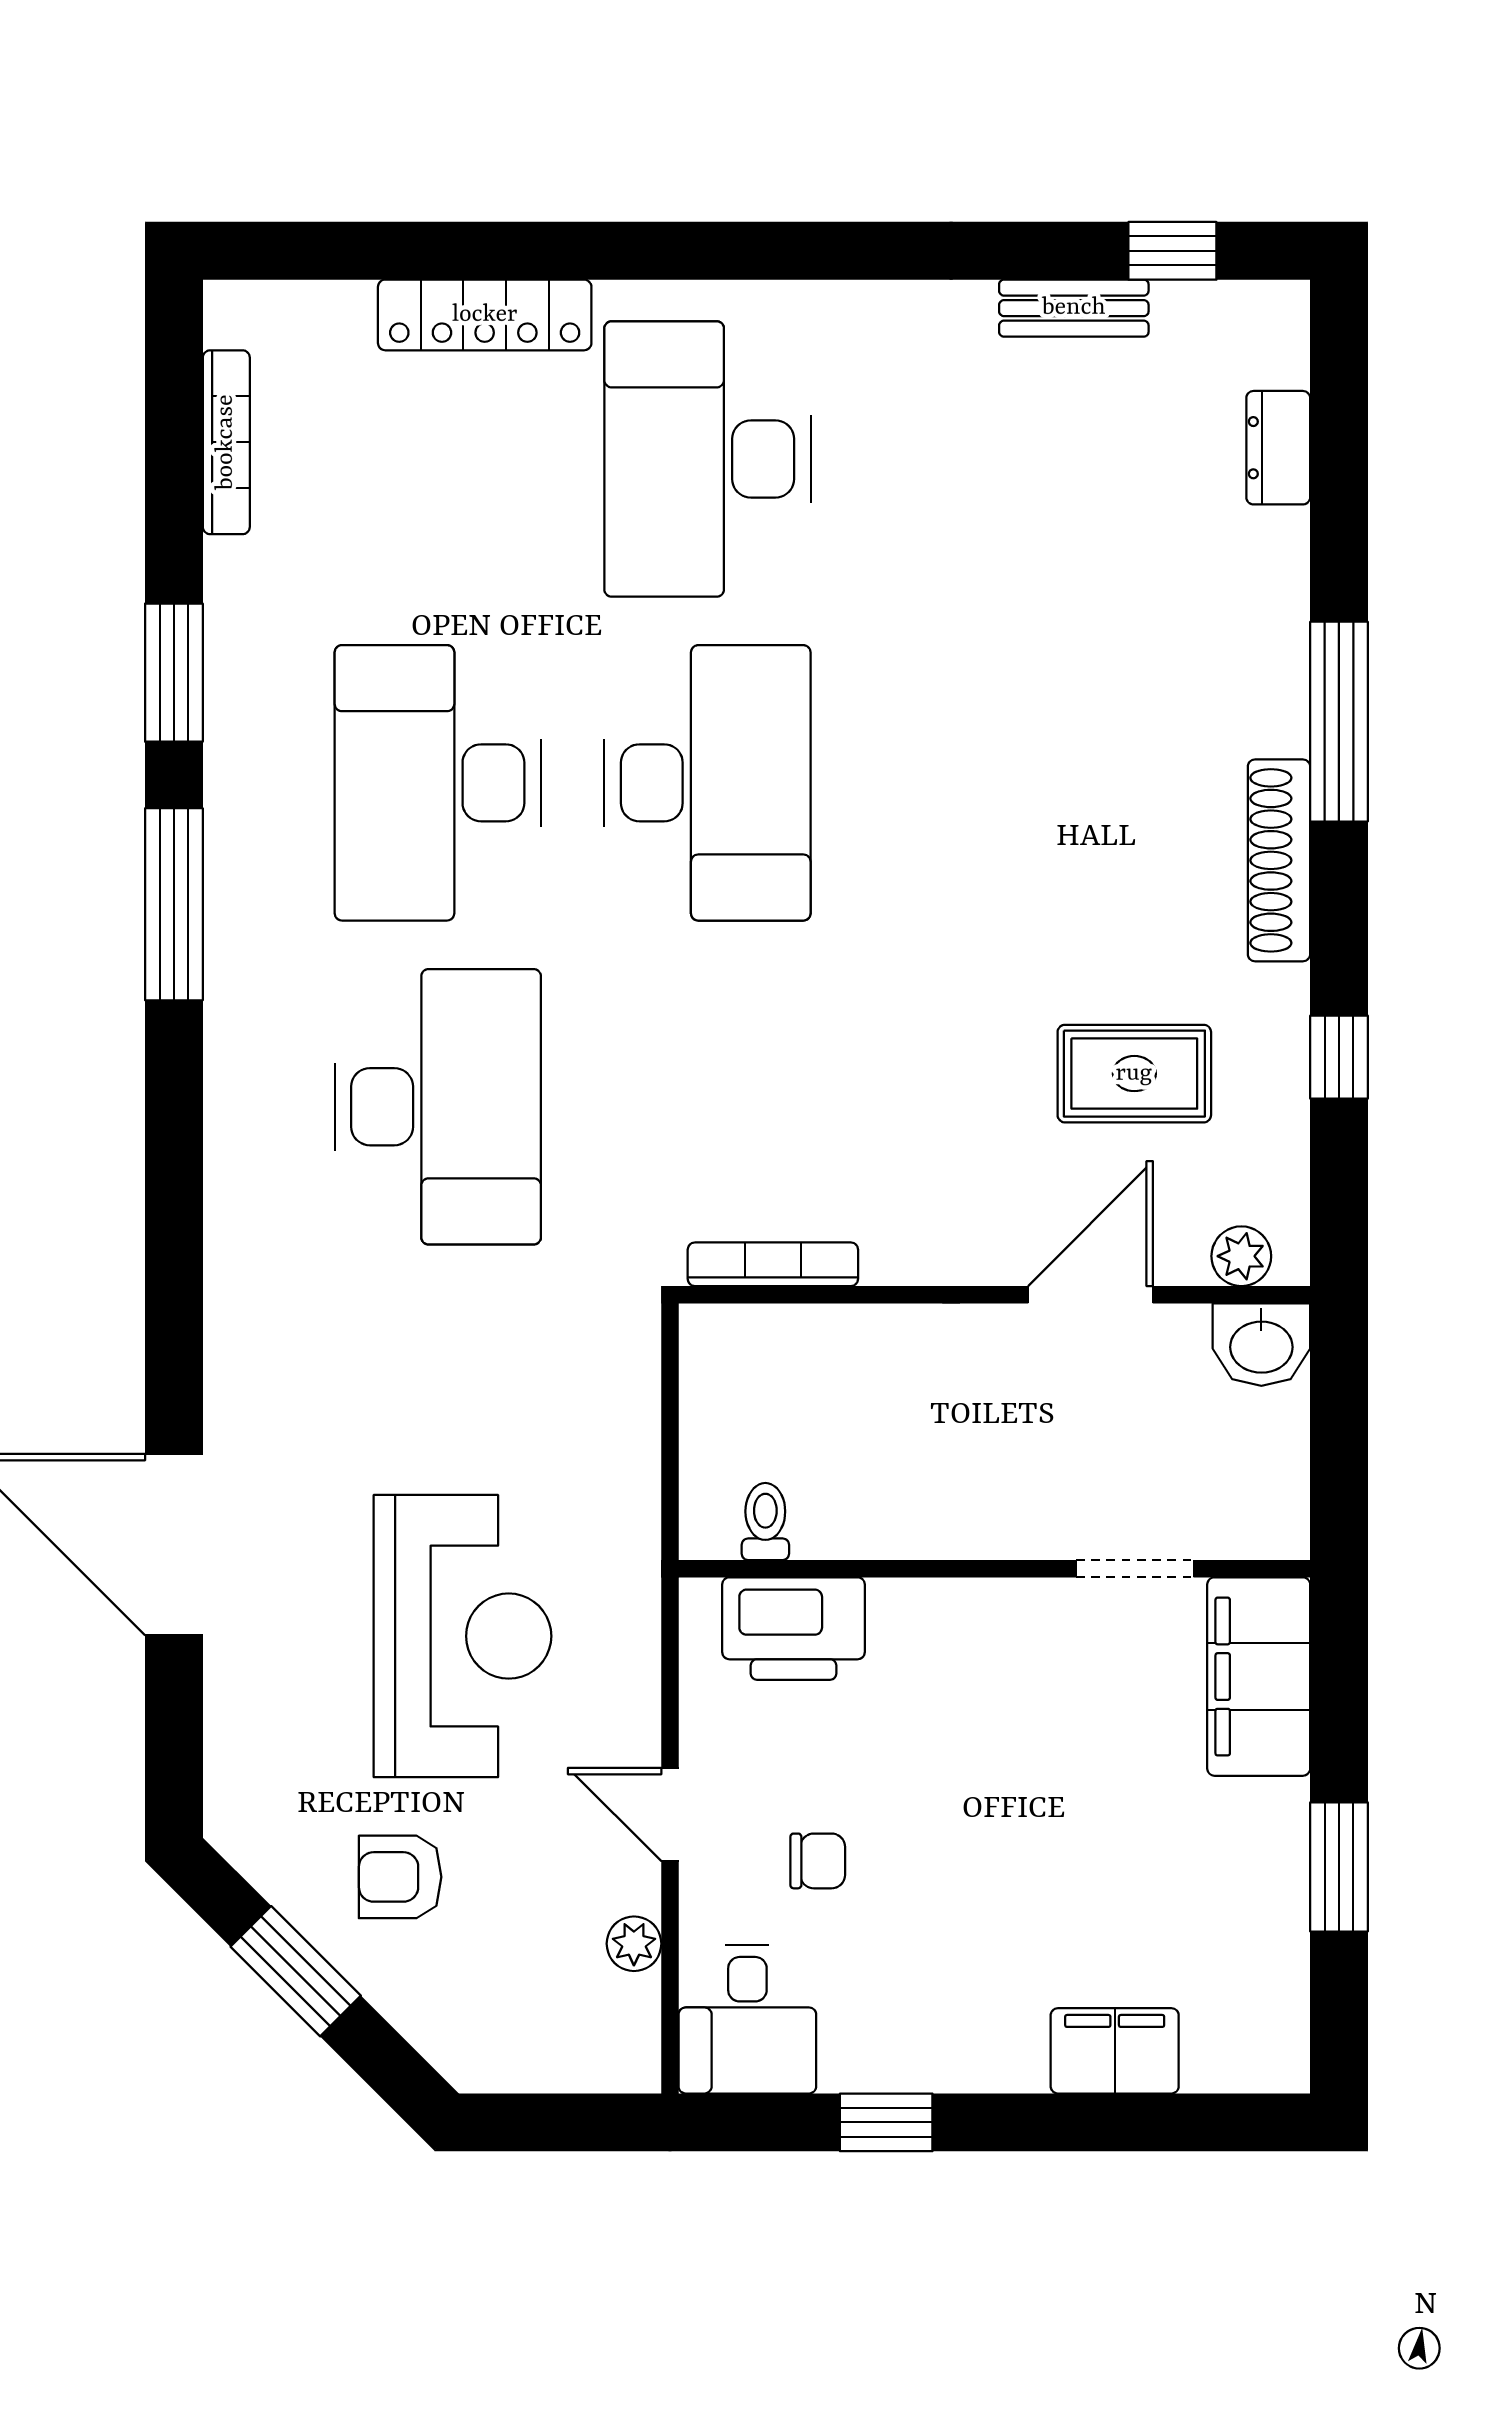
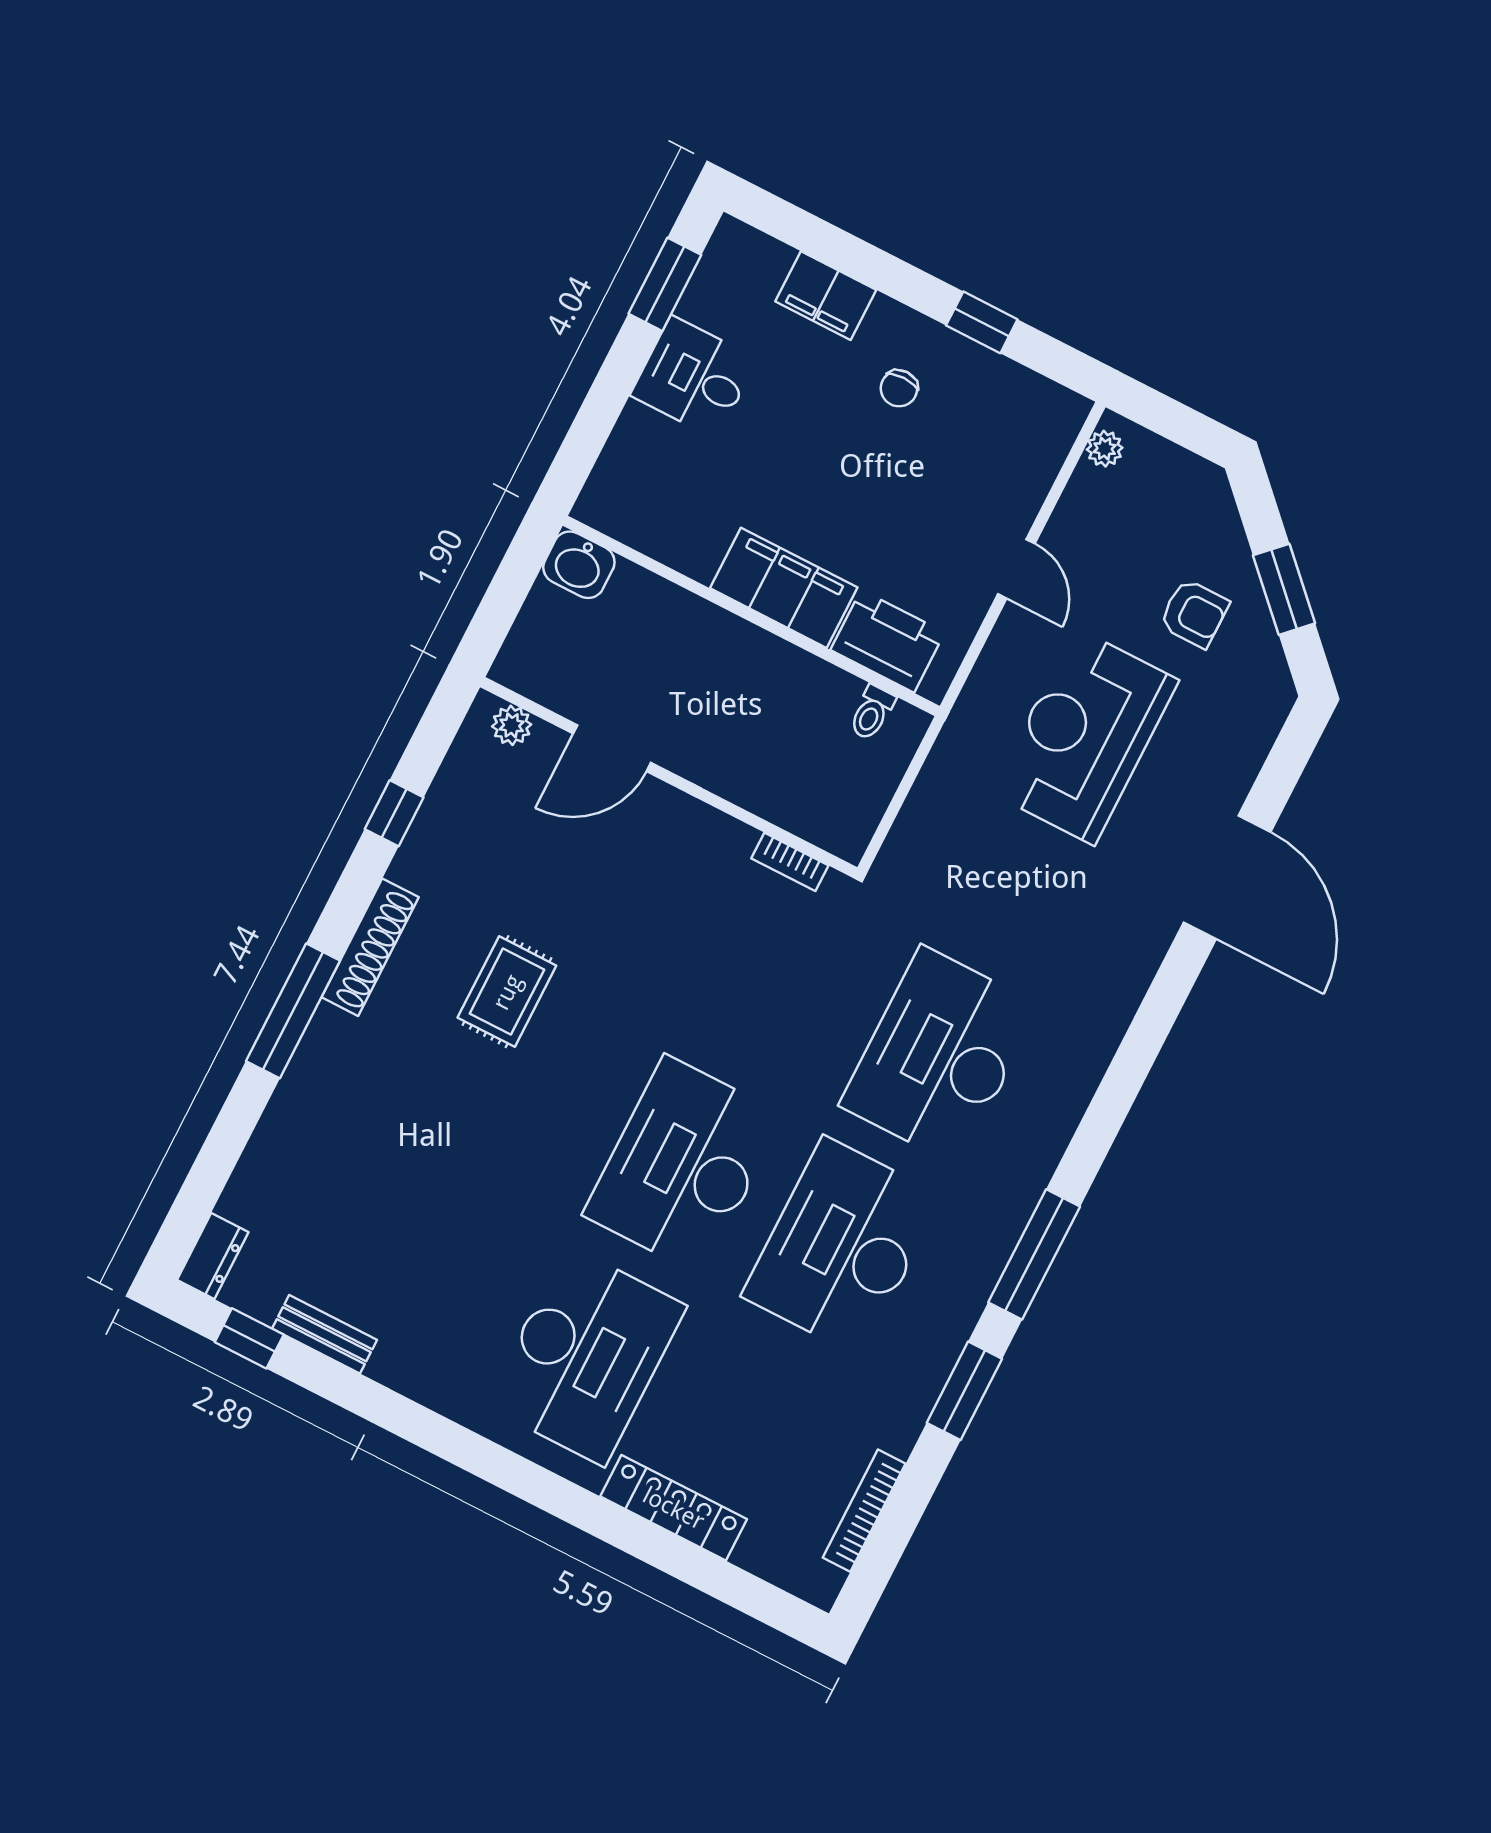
dresser: (1278, 448) -> (213, 1256), moved
desk: (438, 783) -> (842, 1246), turned 180
rug: (1134, 1074) -> (507, 992), moved, turned 90
bookcase: (773, 1264) -> (790, 862), width x0.64
washbasin: (1261, 1345) -> (579, 565), moved, turned 180
doorway: (1135, 1569) -> (669, 574), removed
filing cabinet: (1259, 1677) -> (784, 588), moved, turned -90
chair: (818, 1861) -> (899, 388), moved, turned -90
window: (1339, 1867) -> (665, 284), moved
plant: (634, 1944) -> (1105, 449), moved
desk: (747, 2019) -> (694, 377), moved, turned -90

